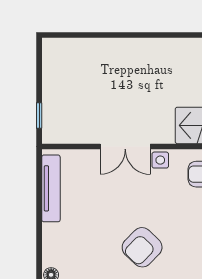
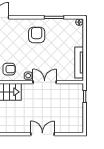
double door: (130, 35) -> (42, 134), added
armchair: (142, 247) -> (37, 35), turned -44

